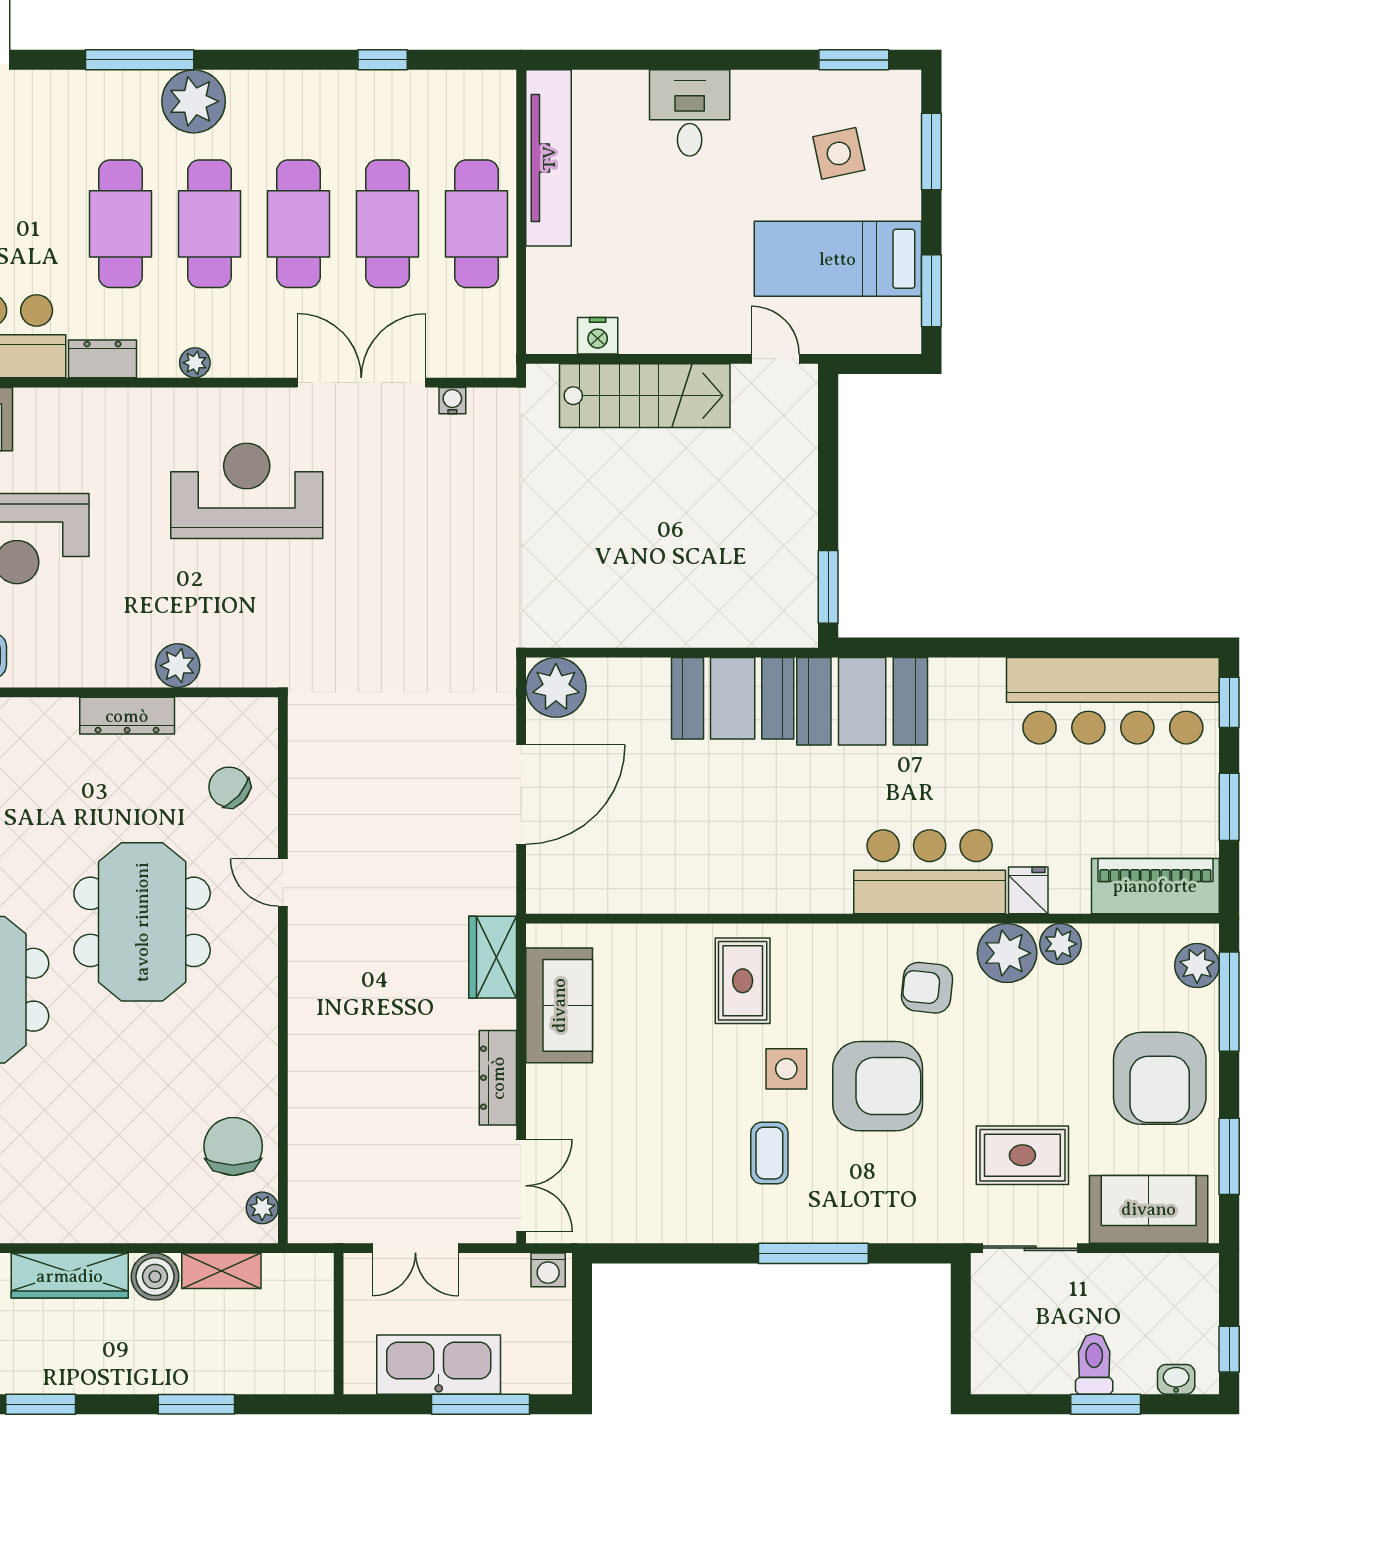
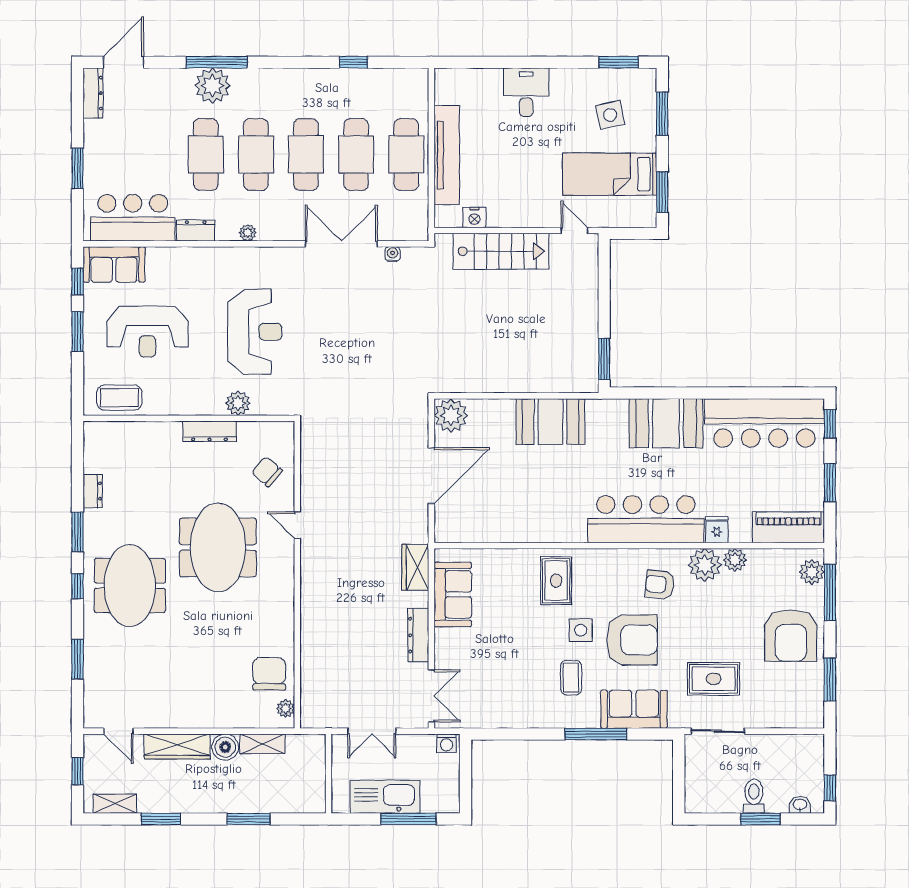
plant: (194, 101) -> (213, 86), moved
tv unit: (549, 158) -> (447, 155), moved
reception desk: (247, 491) -> (255, 332), moved, turned 90
booth: (862, 701) -> (666, 423), moved
bar counter: (930, 872) -> (646, 519), width x1.36
sofa: (1149, 1209) -> (634, 709), moved

